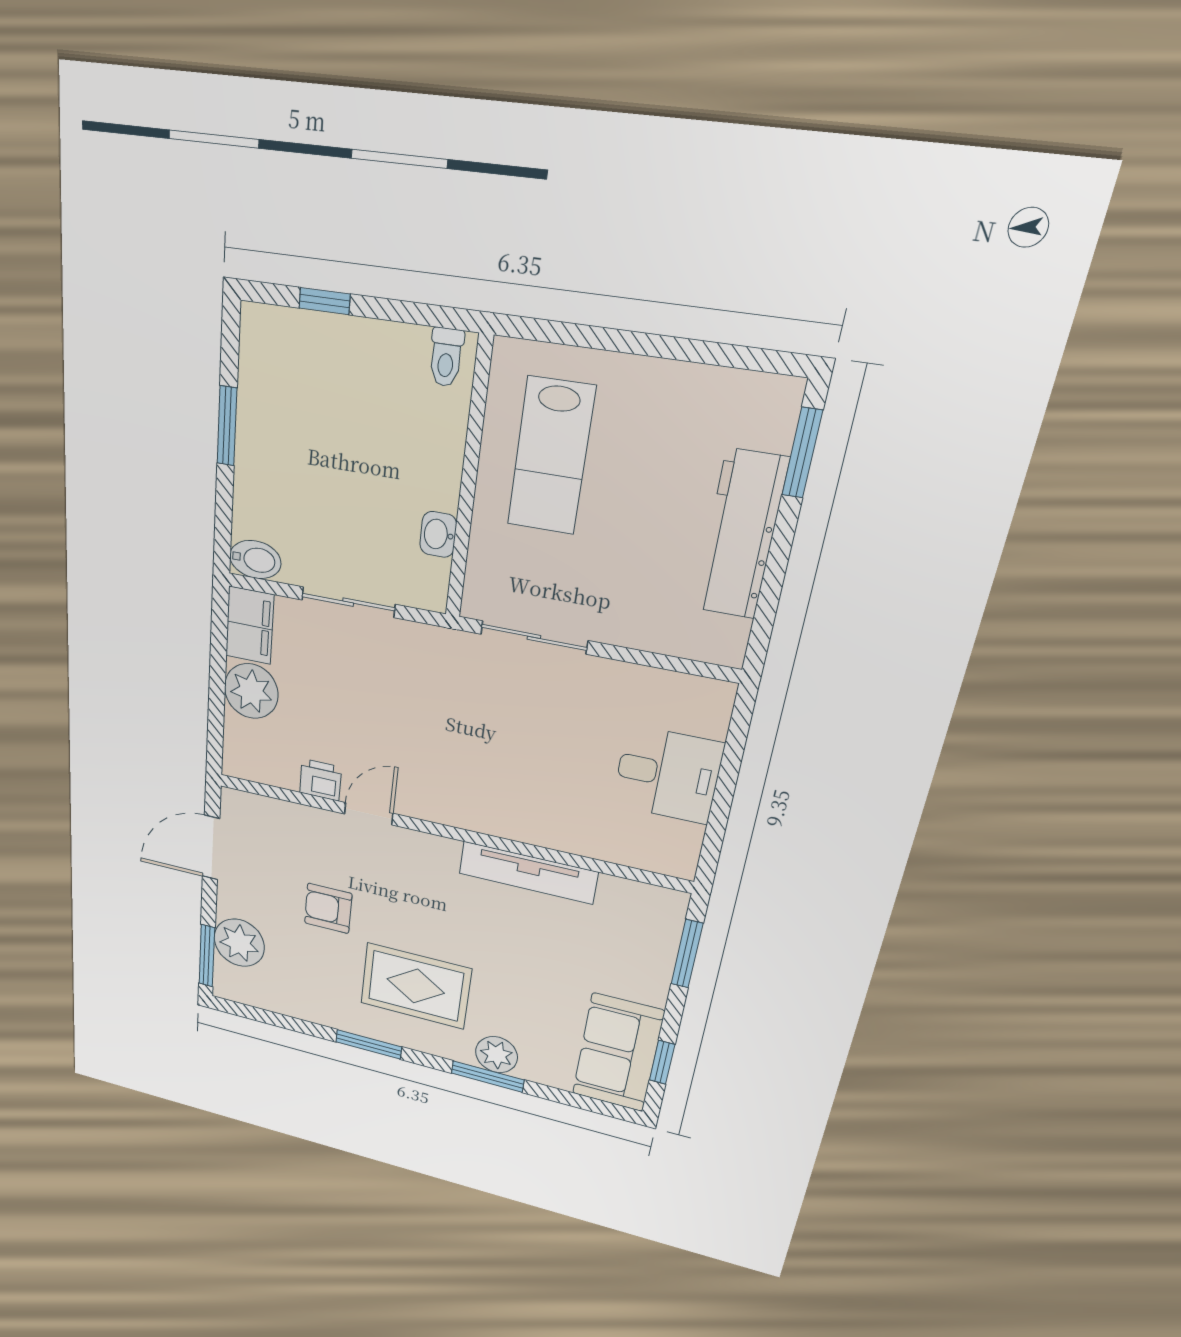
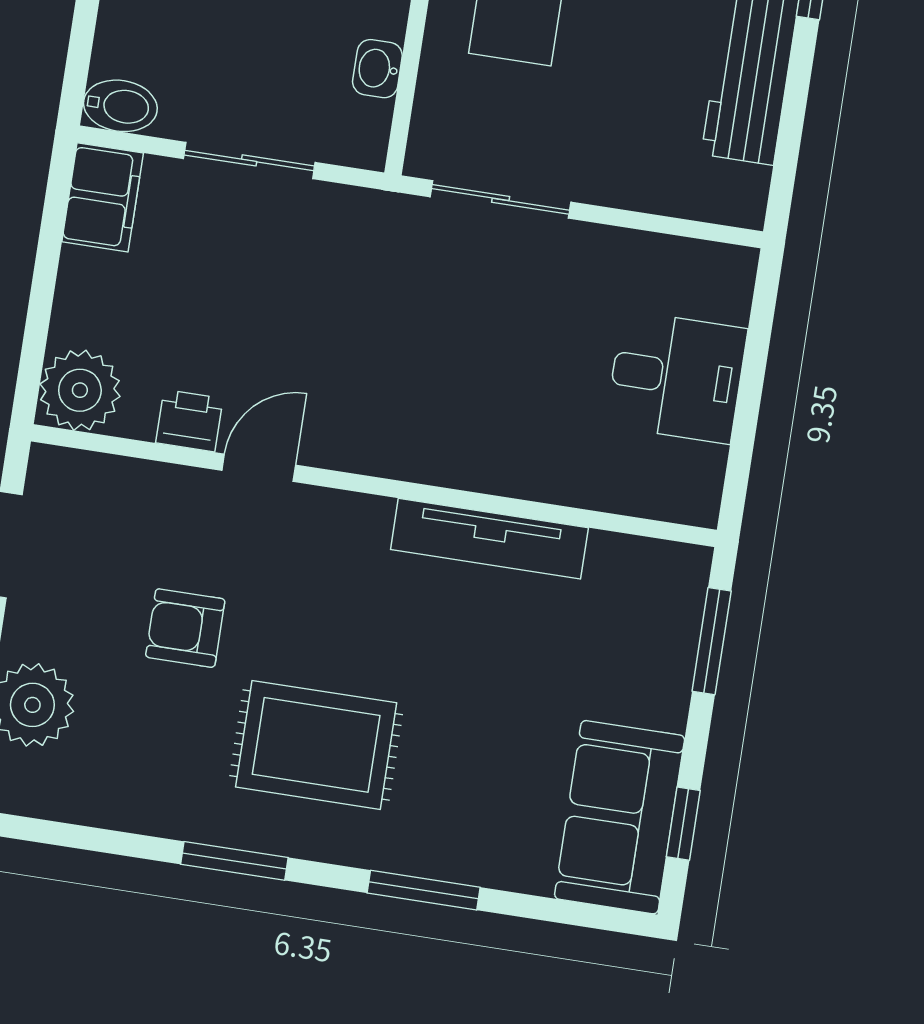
plant: (251, 691) -> (80, 390), moved
plant: (496, 1055) -> (438, 848), removed

